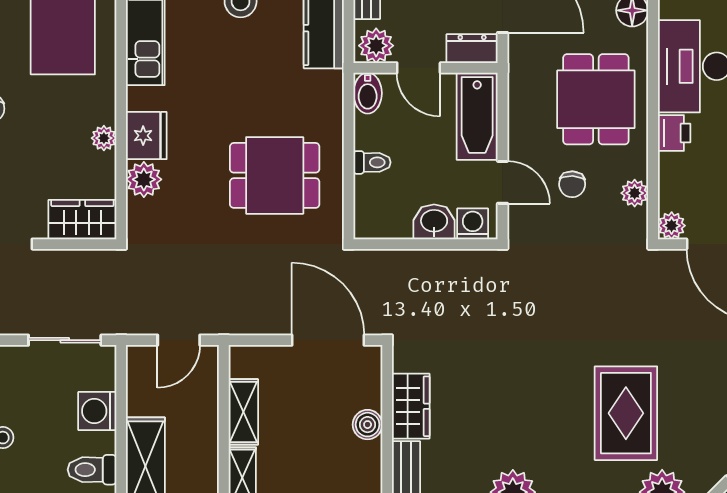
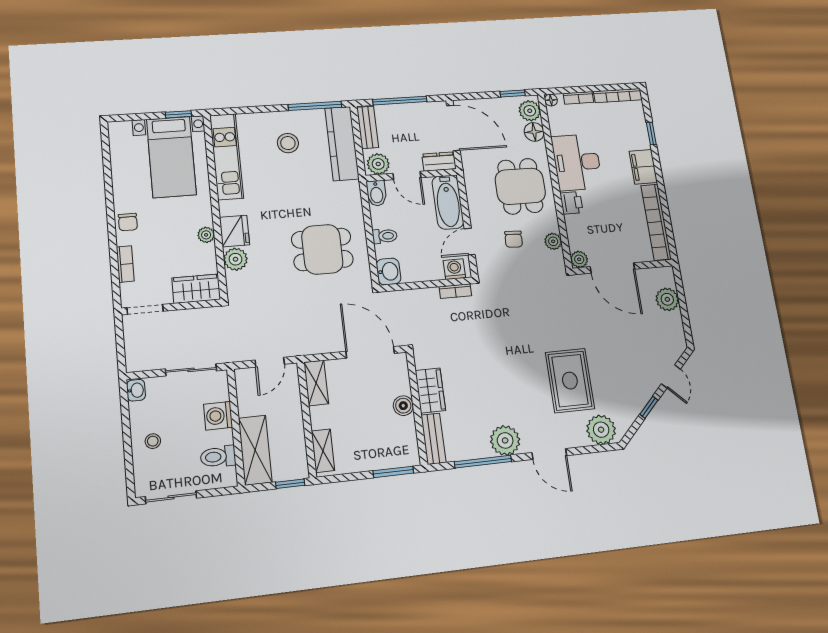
door: (502, 182) -> (470, 242), swing flipped
washbasin: (434, 222) -> (389, 271), moved, turned 90
bookcase: (469, 259) -> (455, 291), added
shelving: (243, 412) -> (316, 383), moved

